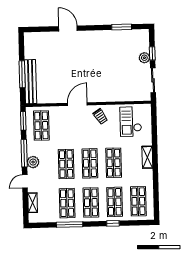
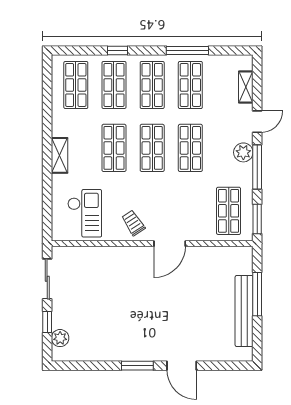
window: (122, 27) -> (137, 366), moved
plant: (144, 58) -> (60, 338), moved
bench: (30, 82) -> (244, 311), moved

